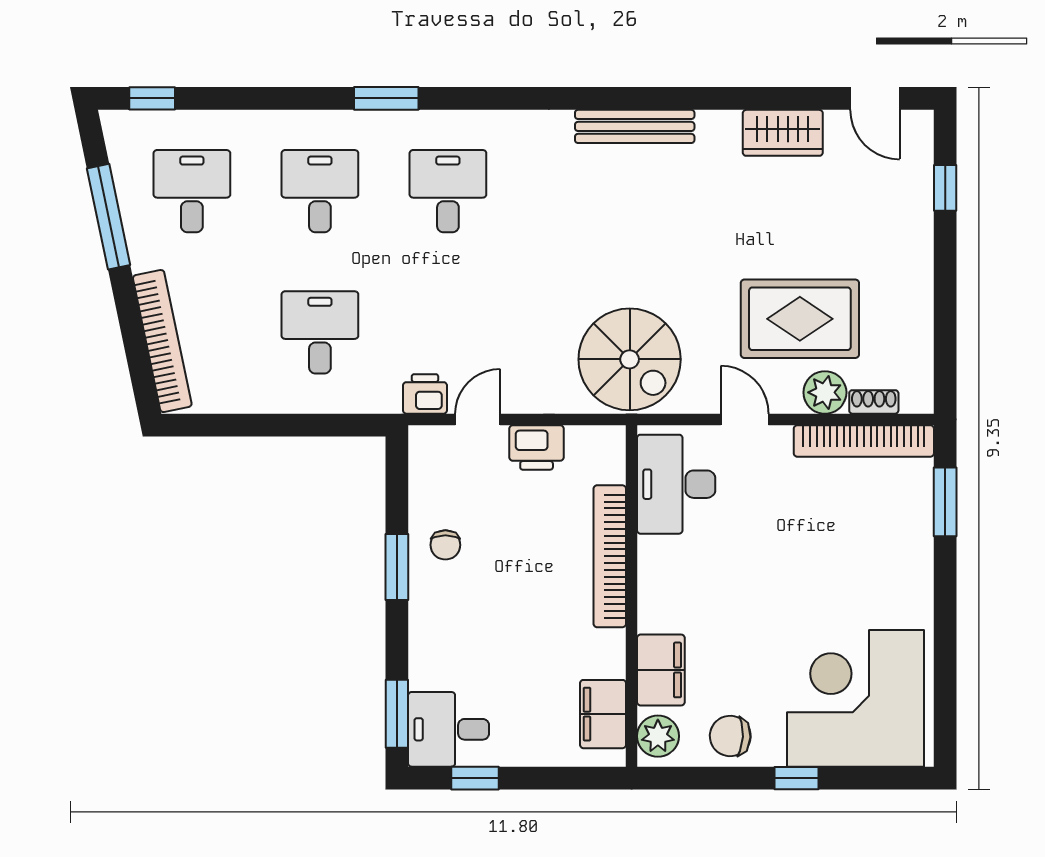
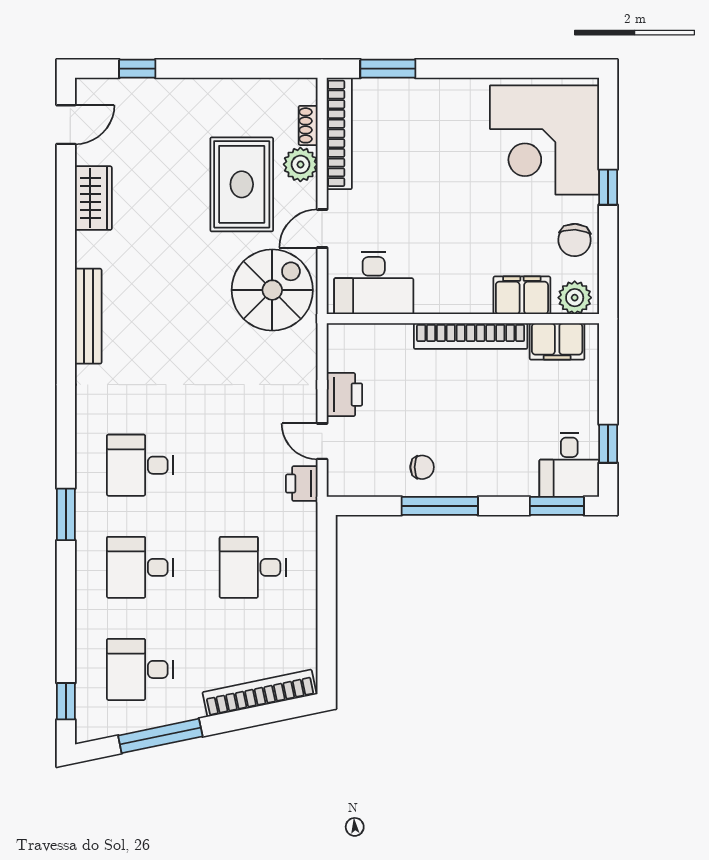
spiral stairs: (630, 359) -> (272, 290), moved
bookcase: (610, 556) -> (471, 336), moved
window: (397, 567) -> (440, 506), width x1.44

